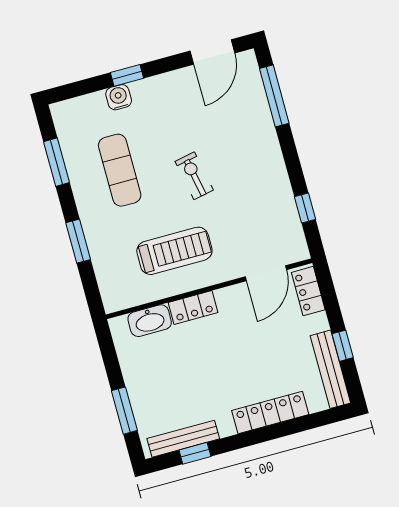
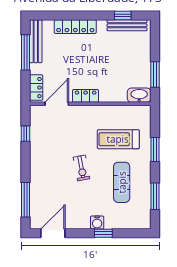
water cooler: (119, 97) -> (97, 222), moved
treadmill: (174, 251) -> (118, 139), moved
locker: (193, 308) -> (86, 96), moved
washbasin: (150, 321) -> (139, 95), moved
window: (343, 346) -> (26, 52), width x2.17
window: (124, 411) -> (155, 74), moved

